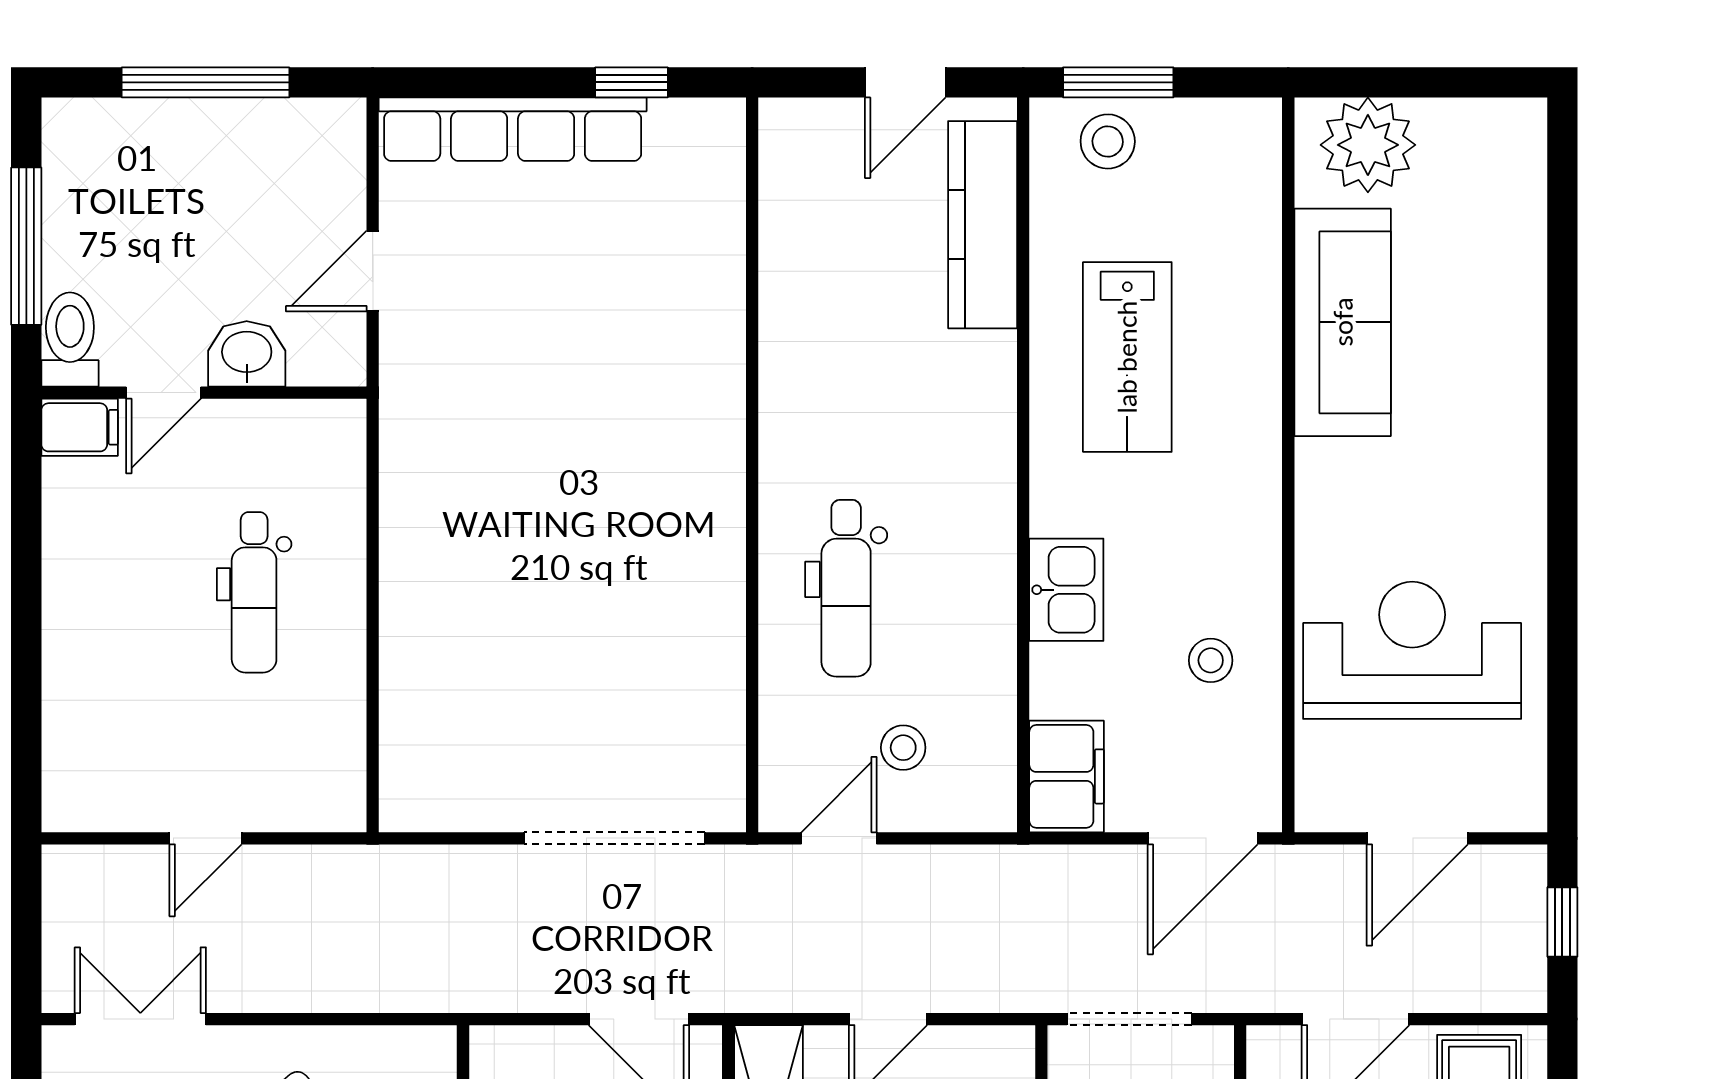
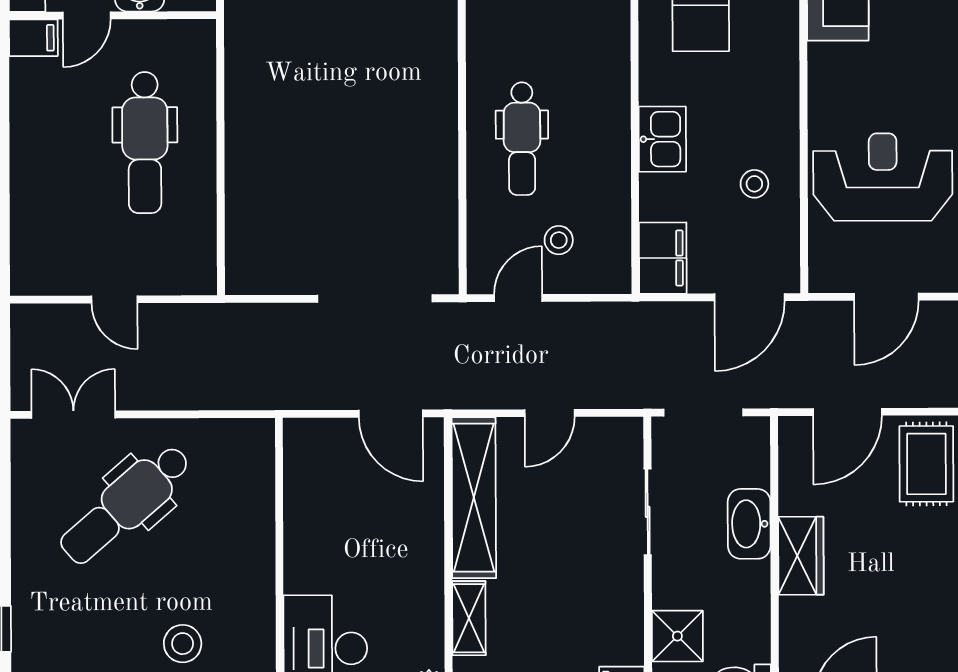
dental chair: (254, 592) -> (145, 143), width x1.36, depth x1.38
door: (206, 838) -> (114, 299), hinge flipped

